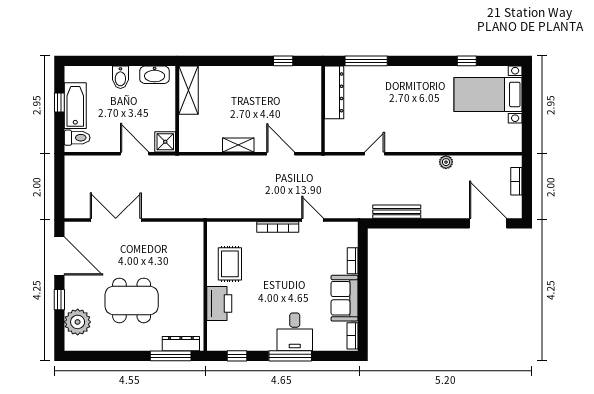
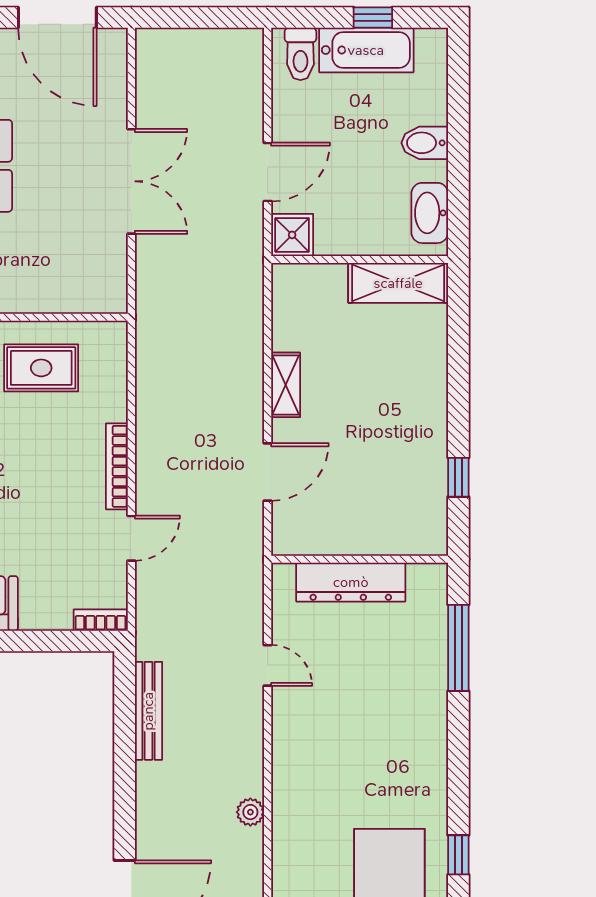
dresser: (334, 92) -> (351, 582), moved
double door: (116, 220) -> (131, 181), moved
door: (59, 256) -> (57, 18), hinge flipped
bookcase: (353, 261) -> (100, 620), moved

